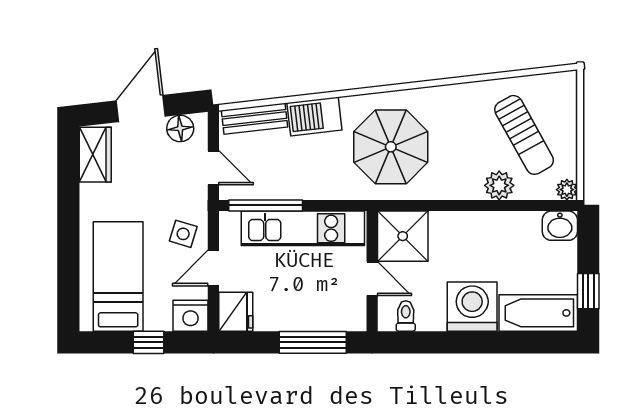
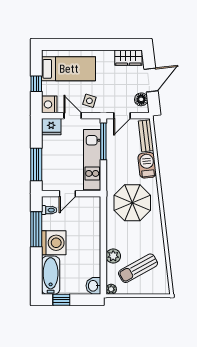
door: (141, 108) -> (151, 80), hinge flipped
shower: (403, 236) -> (88, 209), removed
window: (445, 342) -> (36, 229), added

